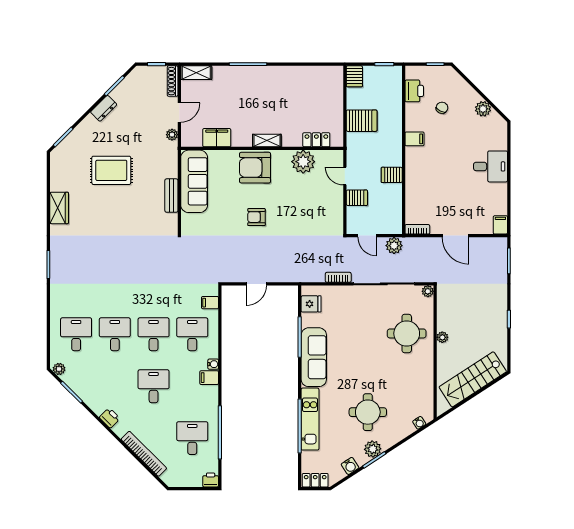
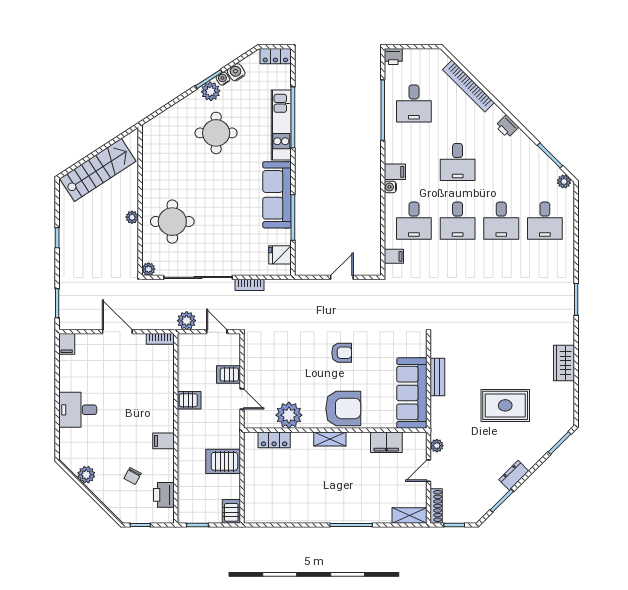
water cooler: (419, 423) -> (223, 79), moved

